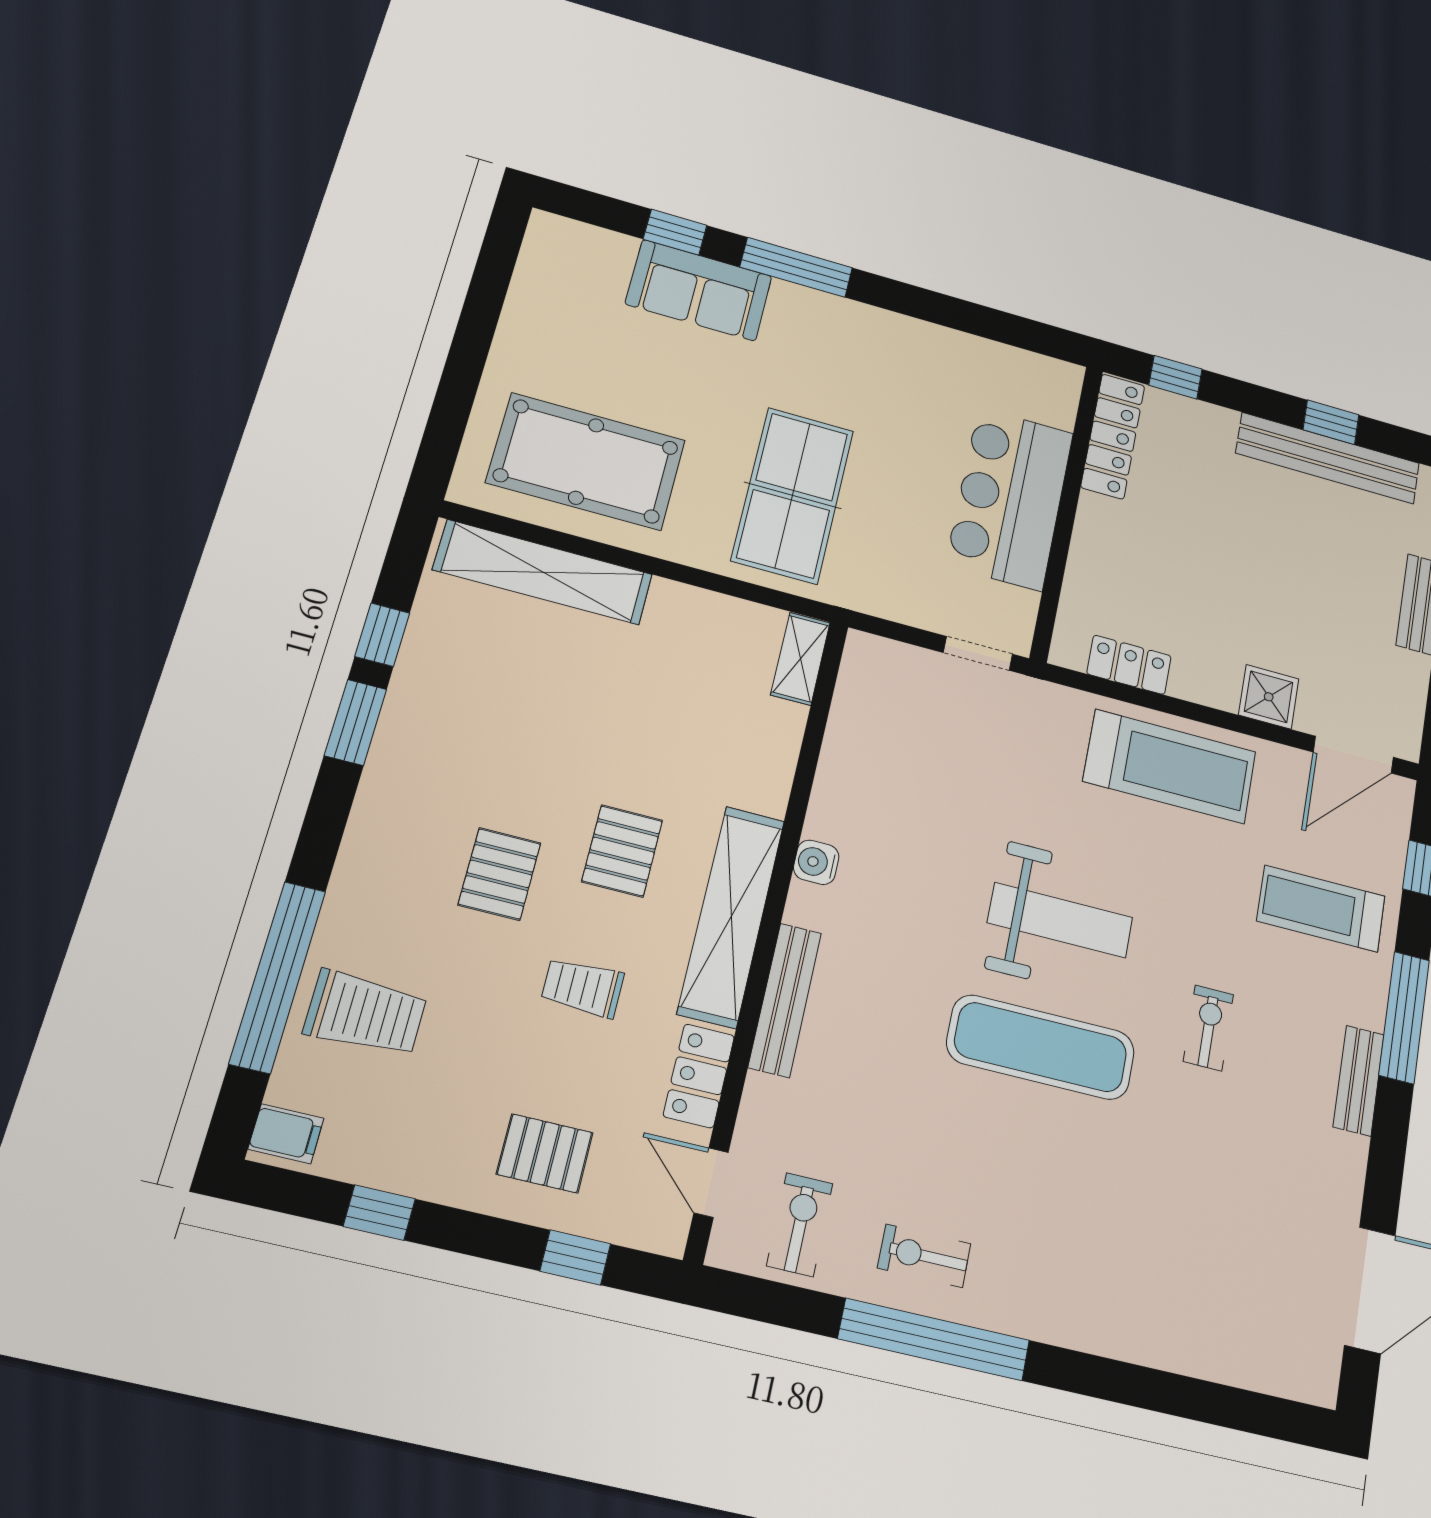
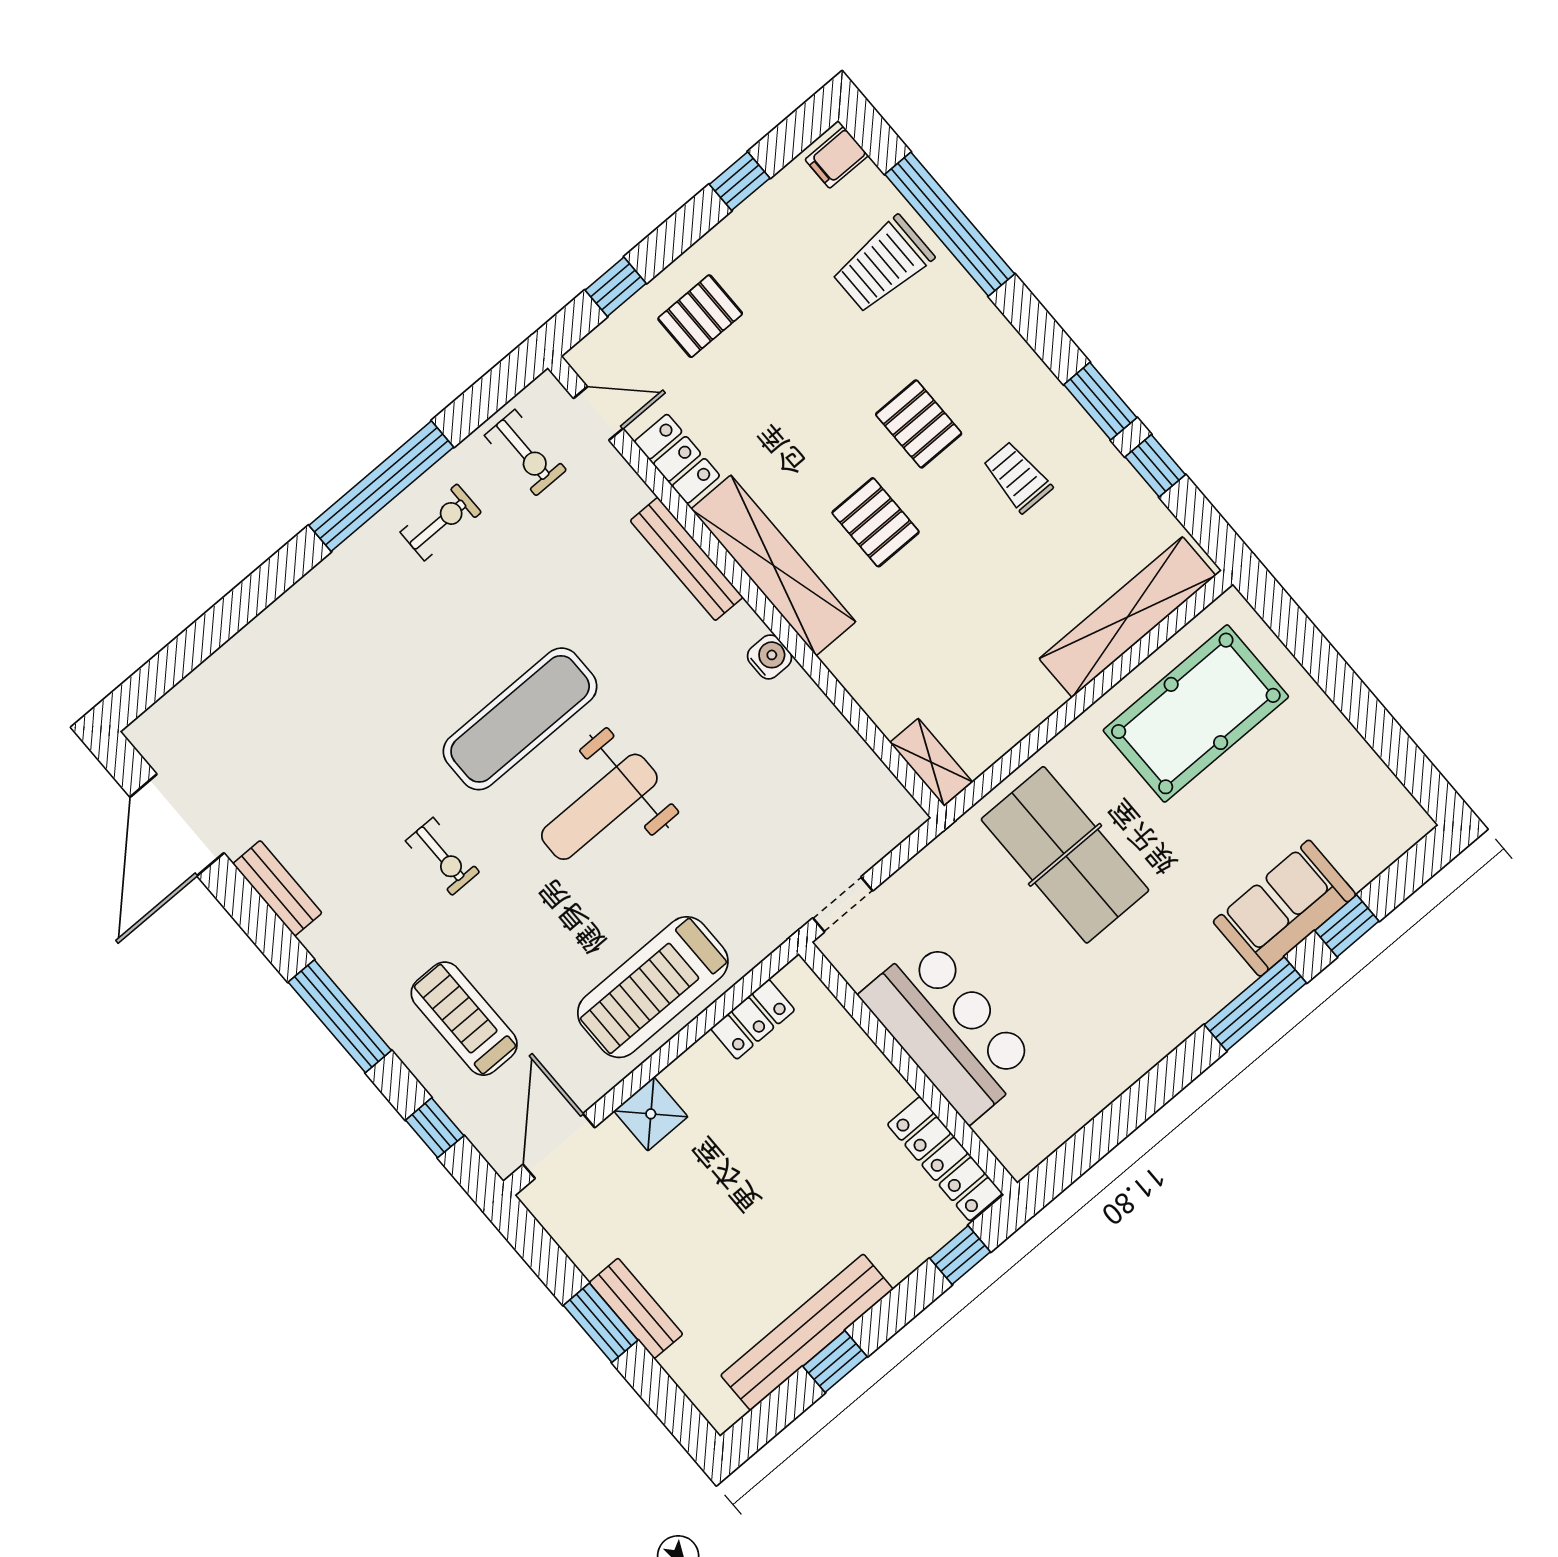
treadmill: (1321, 909) -> (464, 1019), turned -90
trolley: (583, 987) -> (1017, 477), moved, turned -90
bench: (1359, 1081) -> (277, 888), moved

